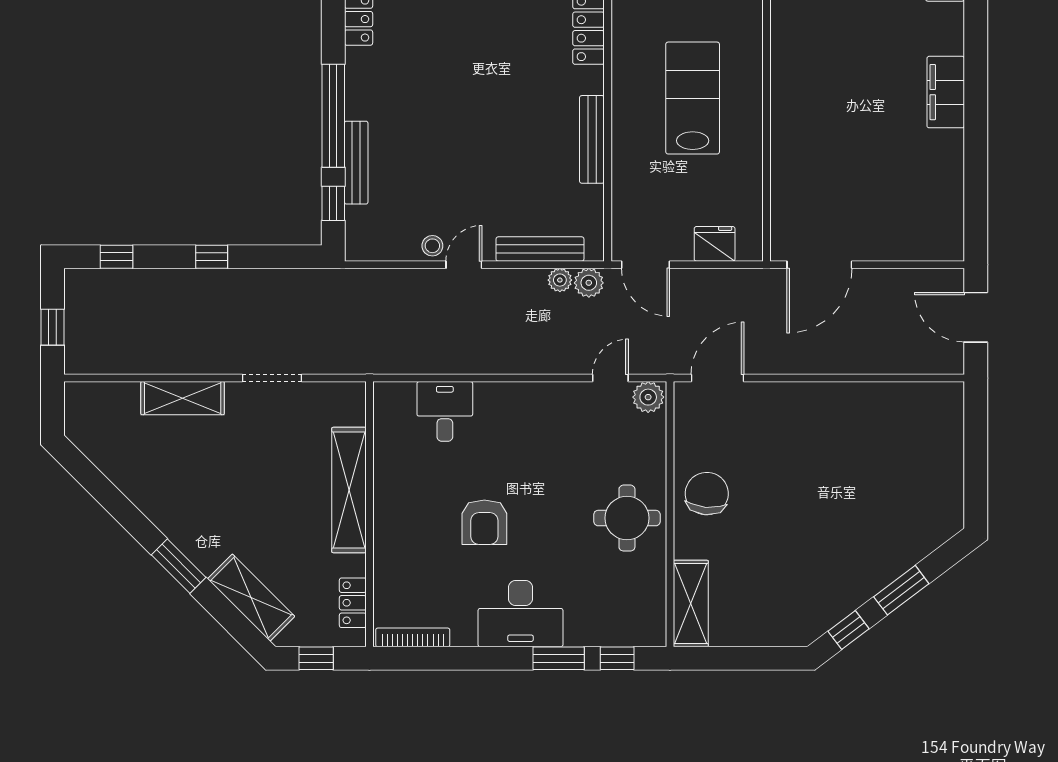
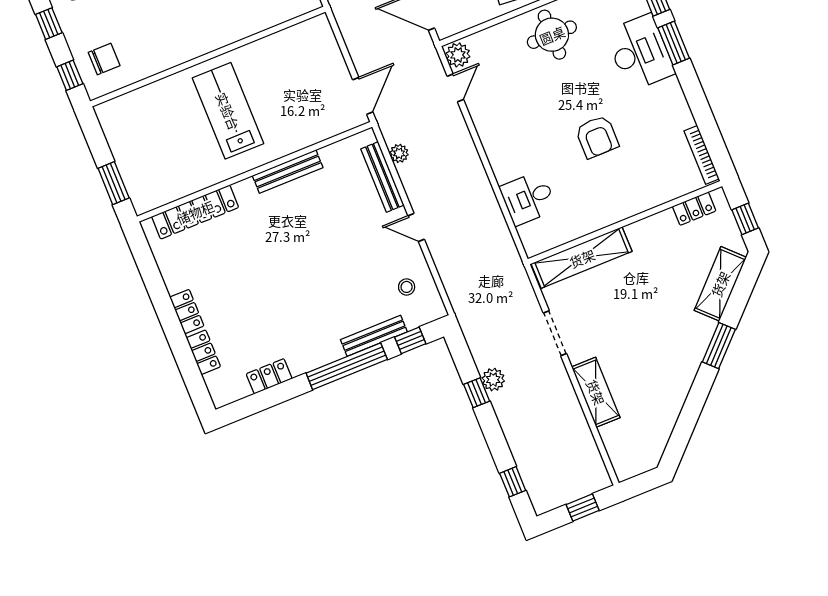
lab bench: (693, 98) -> (228, 111), turned 90
fridge: (715, 244) -> (327, 52), removed
stool: (432, 246) -> (407, 287), moved
window: (212, 257) -> (477, 393), moved
plant: (589, 283) -> (493, 380), moved
door: (610, 378) -> (455, 88), swing flipped
shelving: (349, 490) -> (582, 258), moved
armchair: (484, 522) -> (597, 137), turned 90
desk: (521, 614) -> (640, 53), moved

